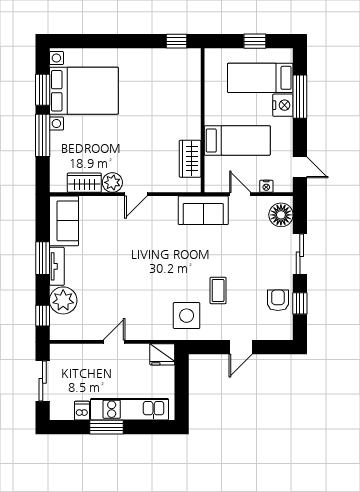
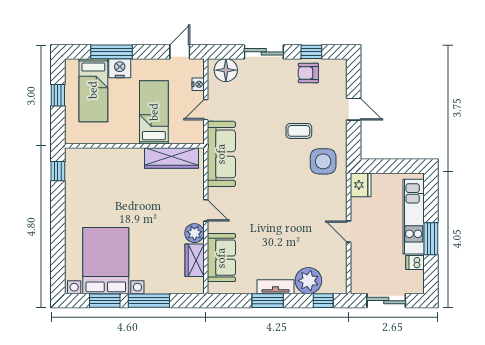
wardrobe: (190, 159) -> (172, 158), width x1.50
sofa: (203, 210) -> (221, 154), width x1.36
sofa: (64, 221) -> (221, 258), moved, turned 90

